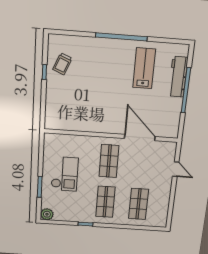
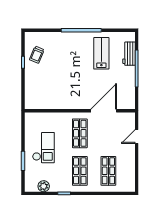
workbench: (178, 77) -> (129, 54), width x0.73
door: (140, 138) -> (104, 111), hinge flipped
door: (176, 169) -> (137, 137), swing flipped
plant: (47, 214) -> (44, 186), moved

